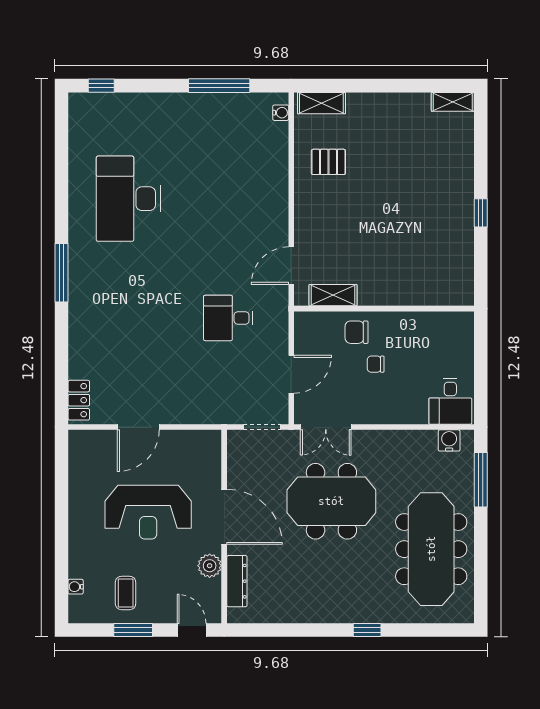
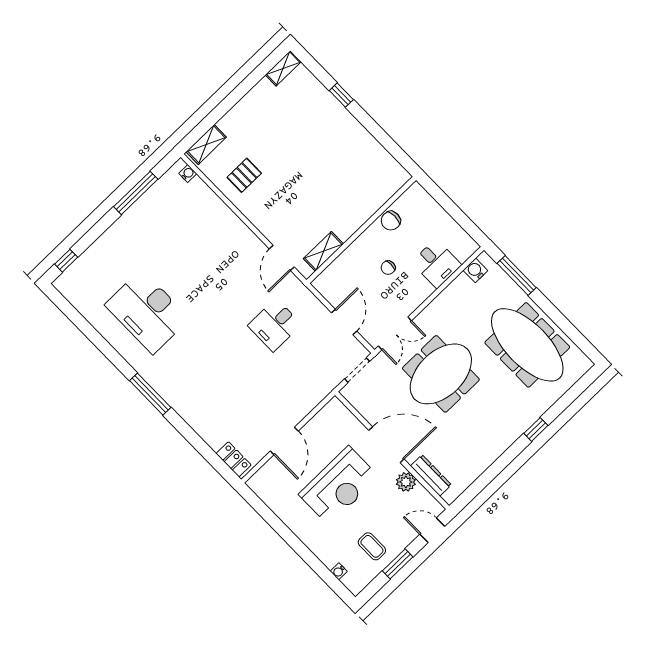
window: (481, 213) -> (341, 95), moved
chair: (357, 332) -> (391, 221), moved
desk: (450, 401) -> (436, 264), moved

